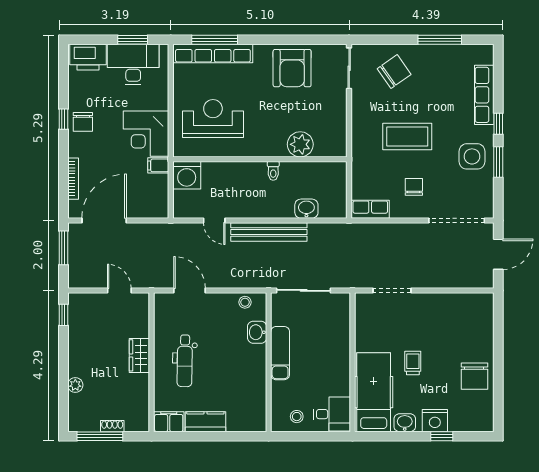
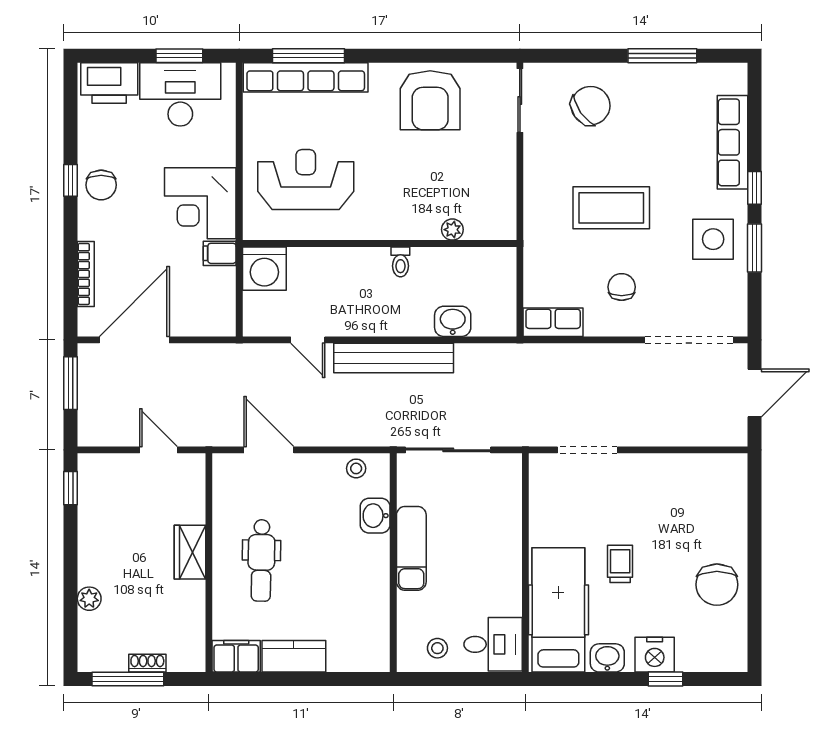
plant: (300, 144) -> (452, 230), width x0.53, depth x0.53

